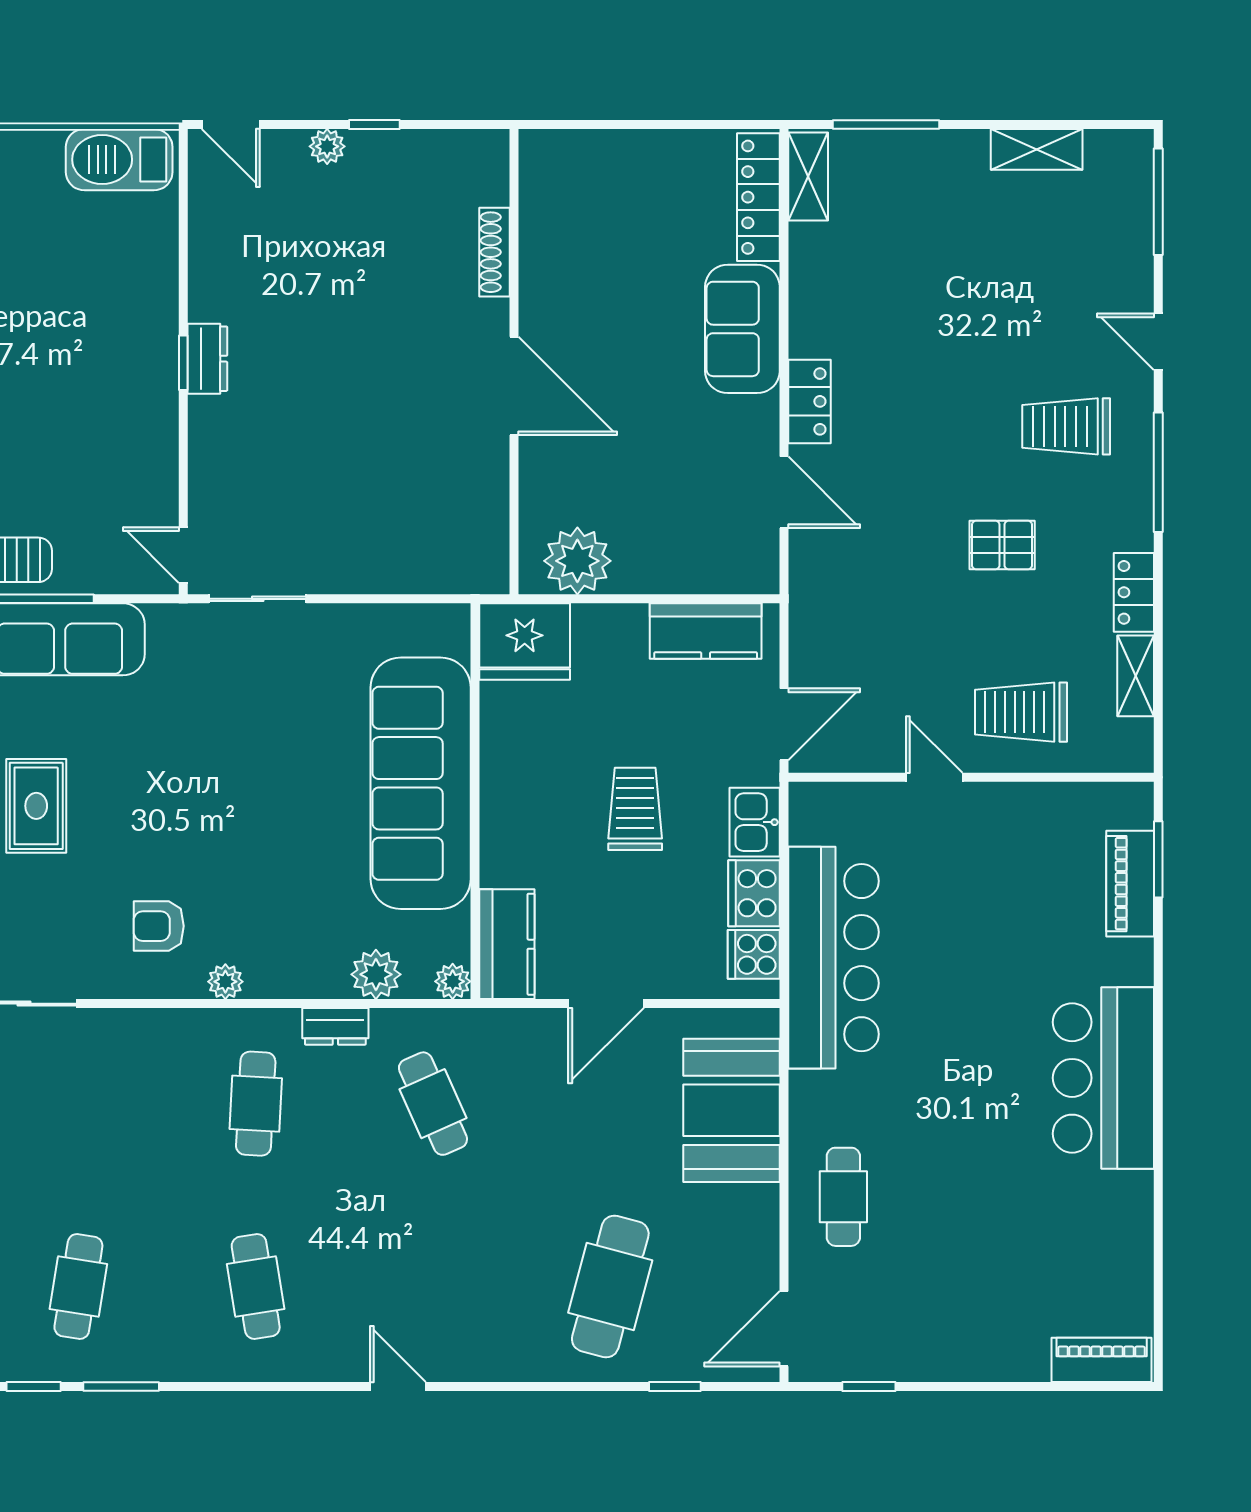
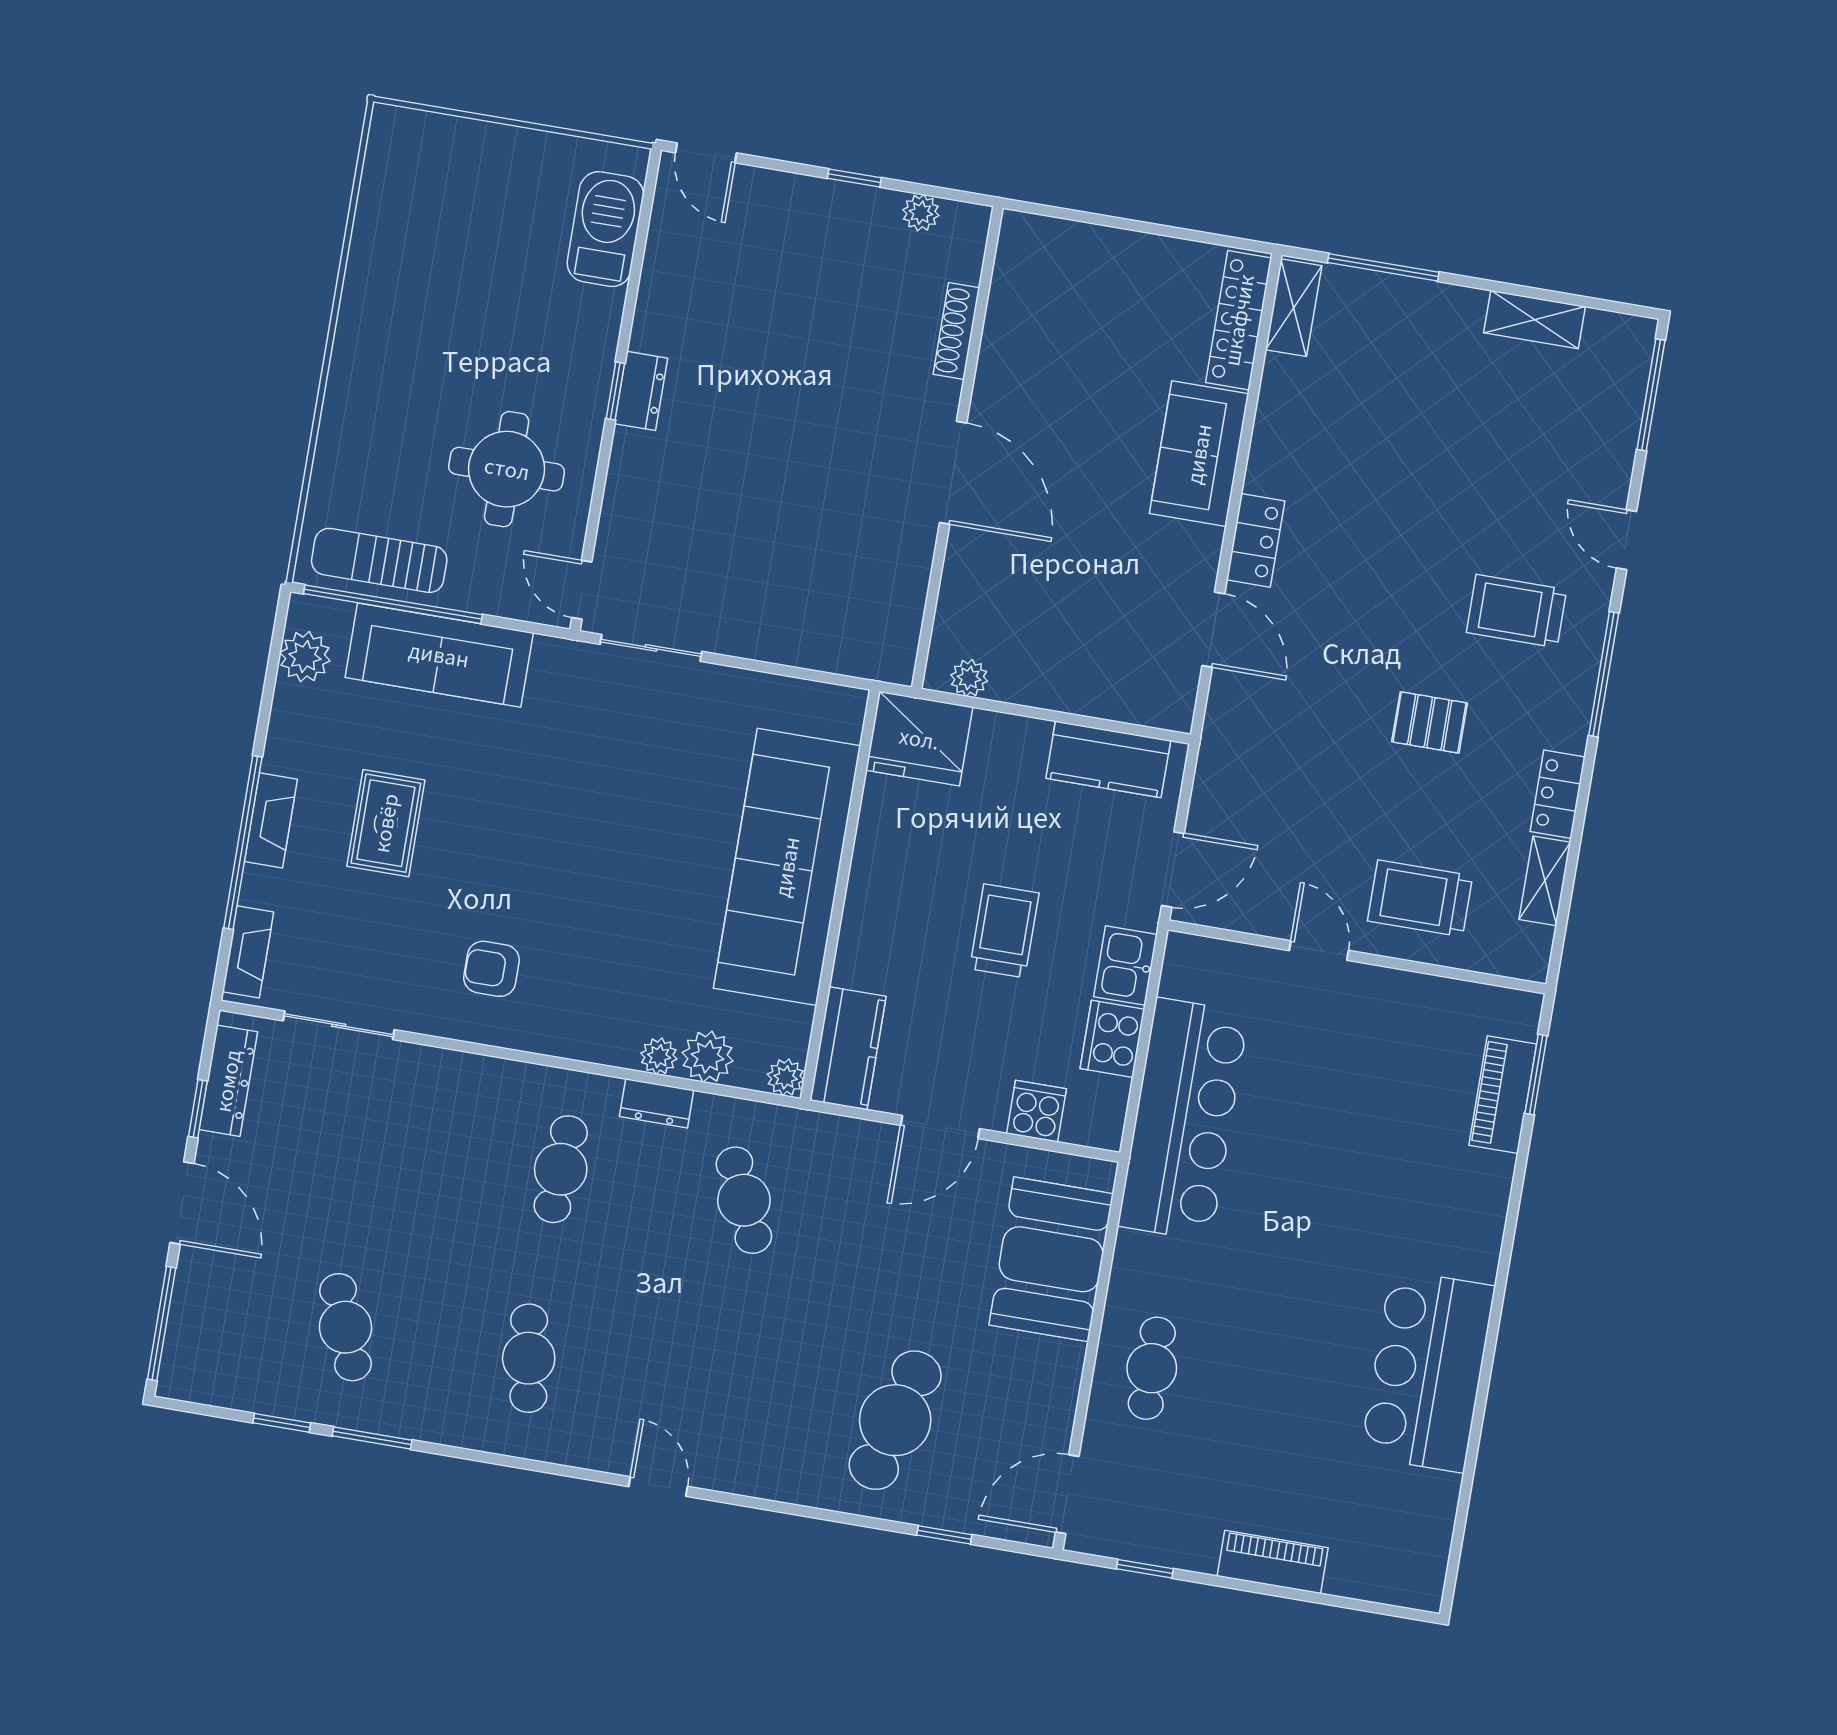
plant: (327, 146) -> (921, 213), moved
barbecue: (119, 160) -> (605, 229), moved, turned 90
round table: (93, 454) -> (507, 469), added
plant: (577, 561) -> (969, 678), width x0.53, depth x0.53
cooker: (754, 954) -> (1037, 1111), moved, turned 90
plant: (225, 982) -> (659, 1056), moved
bar counter: (1103, 1078) -> (1428, 1371), moved
cafe table: (78, 1286) -> (346, 1327), turned -30
piano: (1102, 1360) -> (1273, 1562), moved

